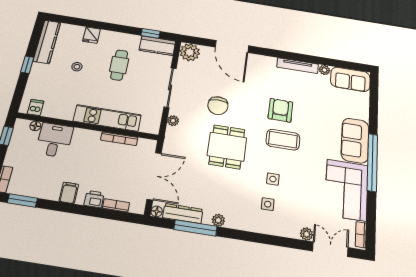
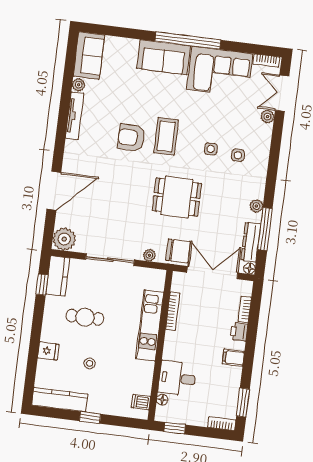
chair: (218, 106) -> (178, 251), moved

